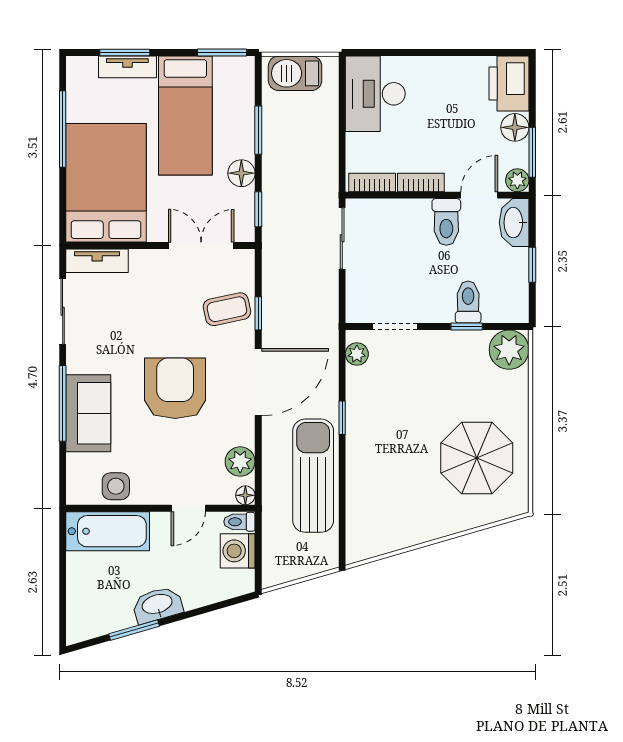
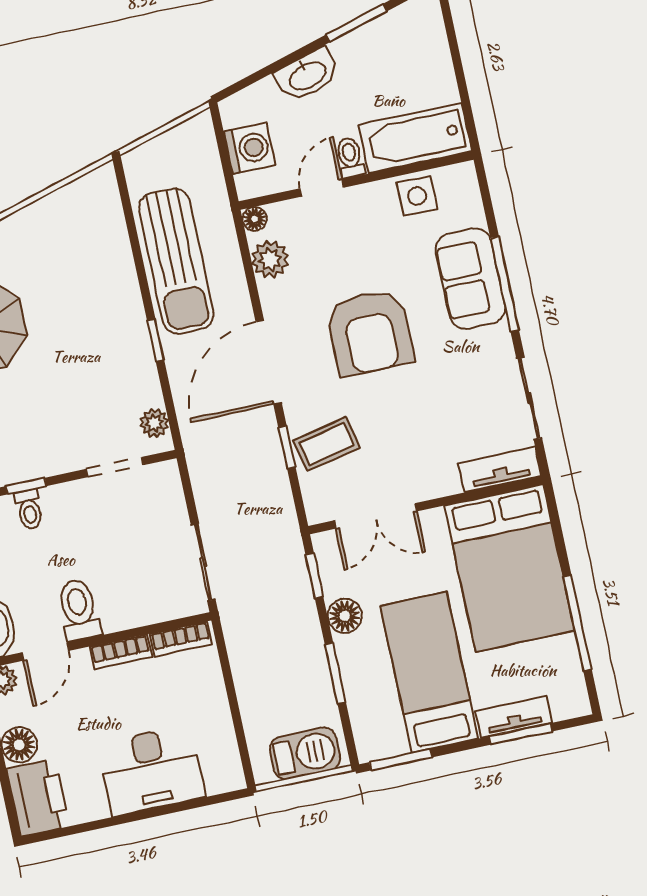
desk: (375, 94) -> (152, 770), moved, turned 90
toilet: (468, 302) -> (29, 509), width x0.73, depth x0.72
toilet: (239, 522) -> (350, 157), moved, turned -90
washbasin: (157, 605) -> (307, 75), moved

